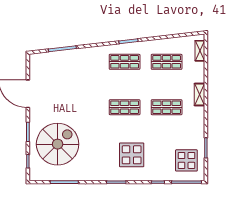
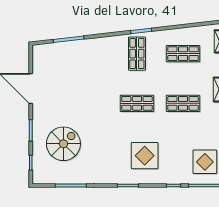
shop shelf: (125, 62) -> (137, 54), turned 90
spiral stairs: (58, 144) -> (63, 144), width x0.73, depth x0.73

